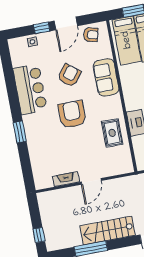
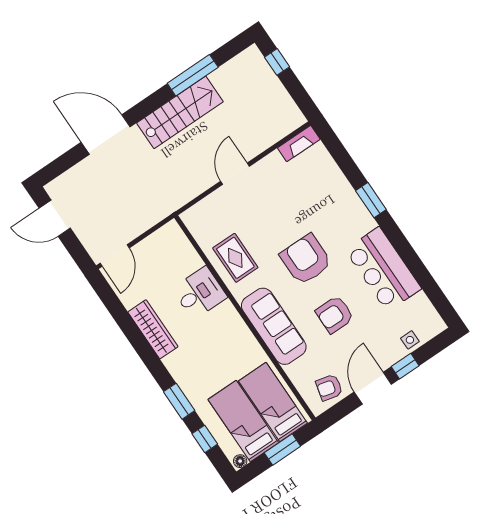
armchair: (69, 75) -> (335, 314), turned 52
sofa: (106, 77) -> (274, 326), width x1.36
armchair: (72, 114) -> (306, 259), turned 180
fireplace: (66, 179) -> (299, 144), moved

